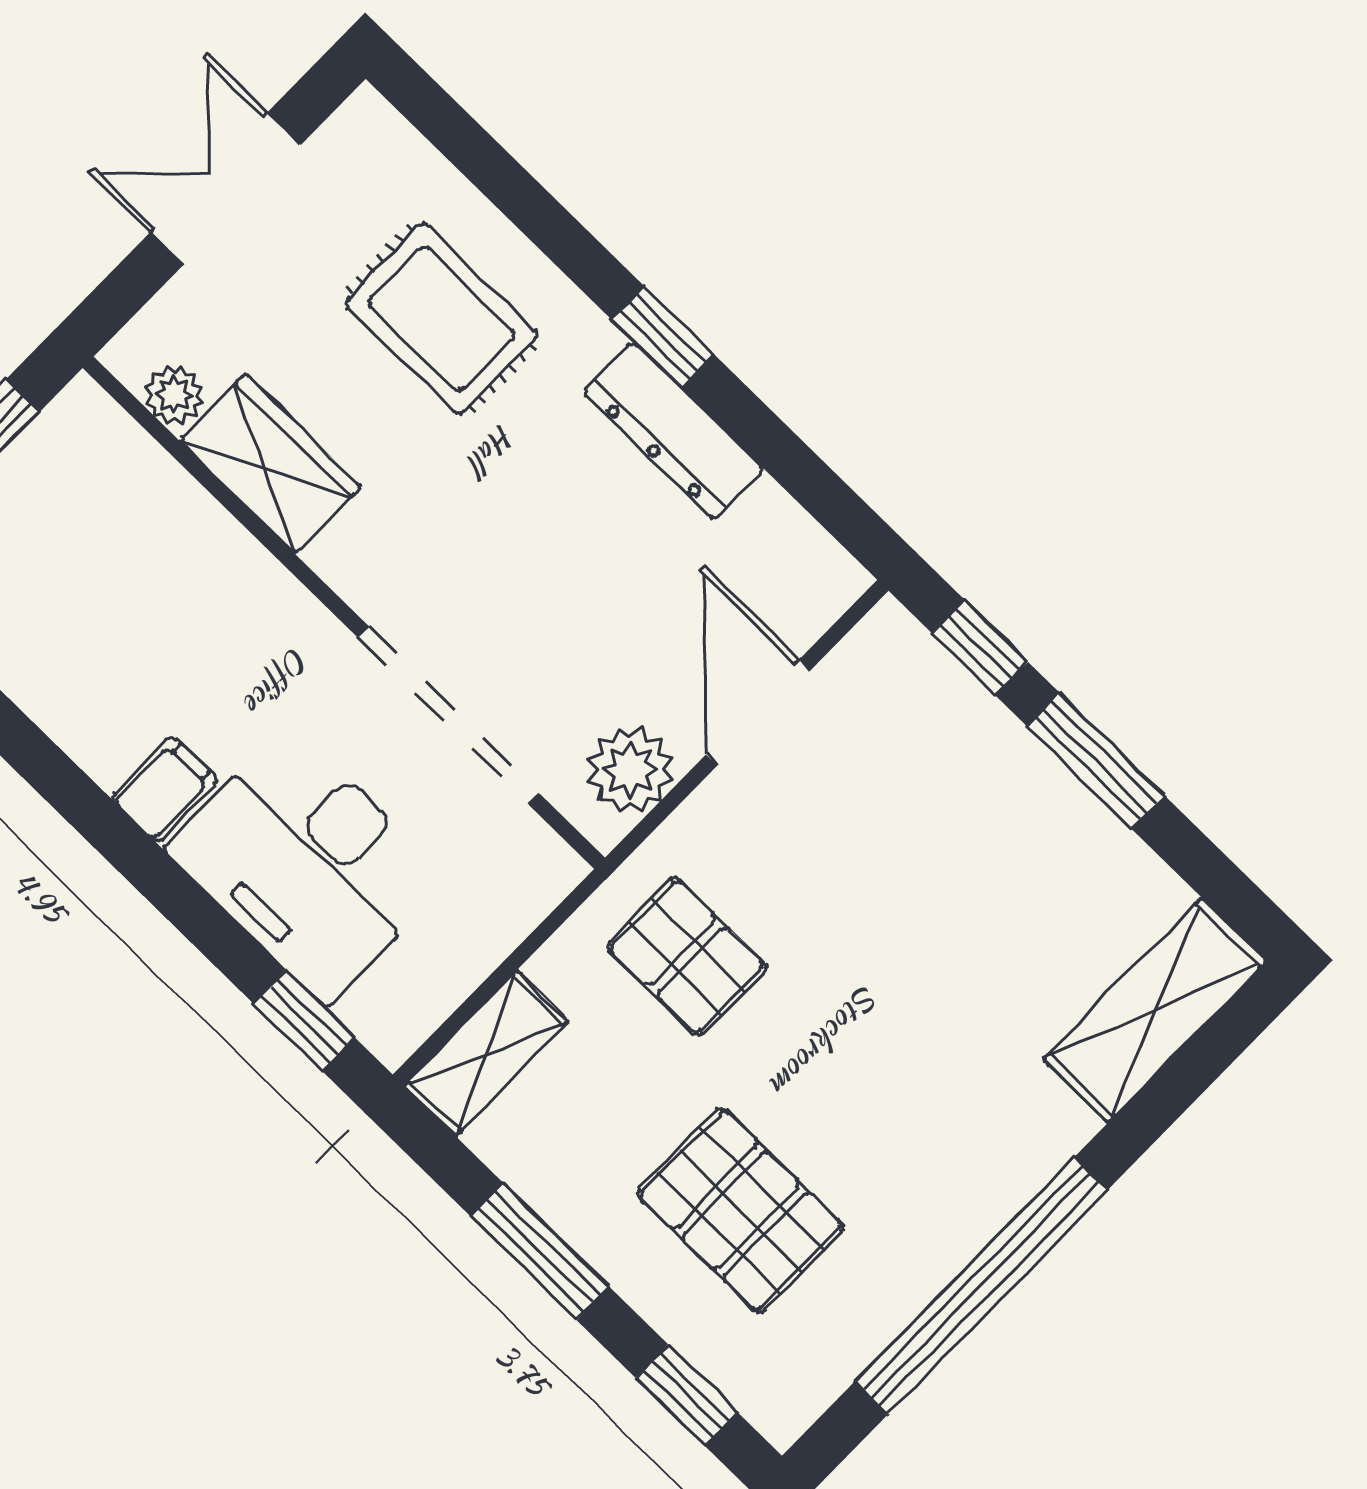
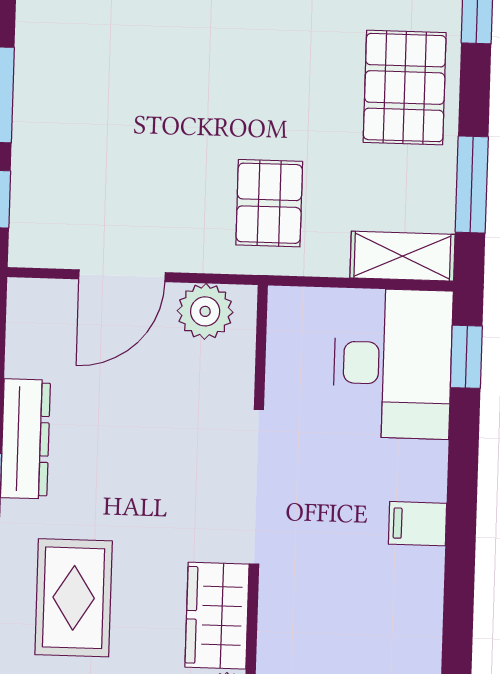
doorway: (449, 715) -> (257, 487), moved
desk: (308, 864) -> (393, 364), moved
pallet: (740, 1211) -> (405, 88), moved
window: (540, 1251) -> (472, 185), moved

